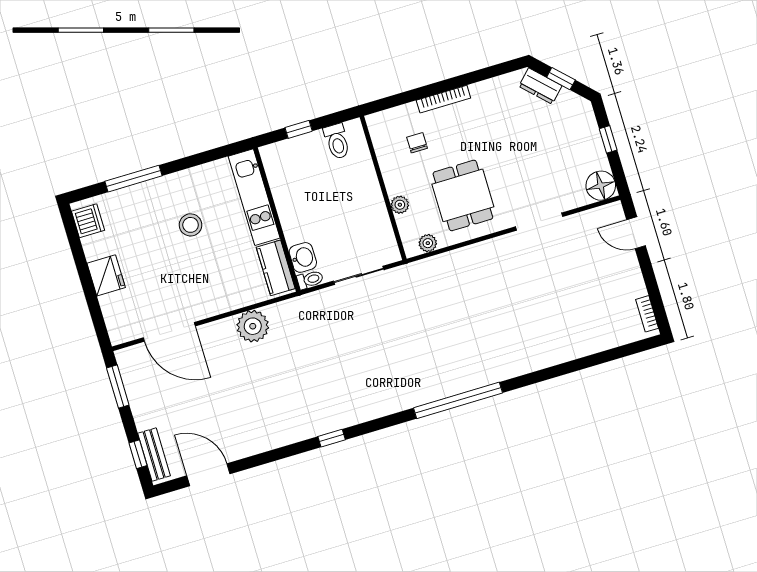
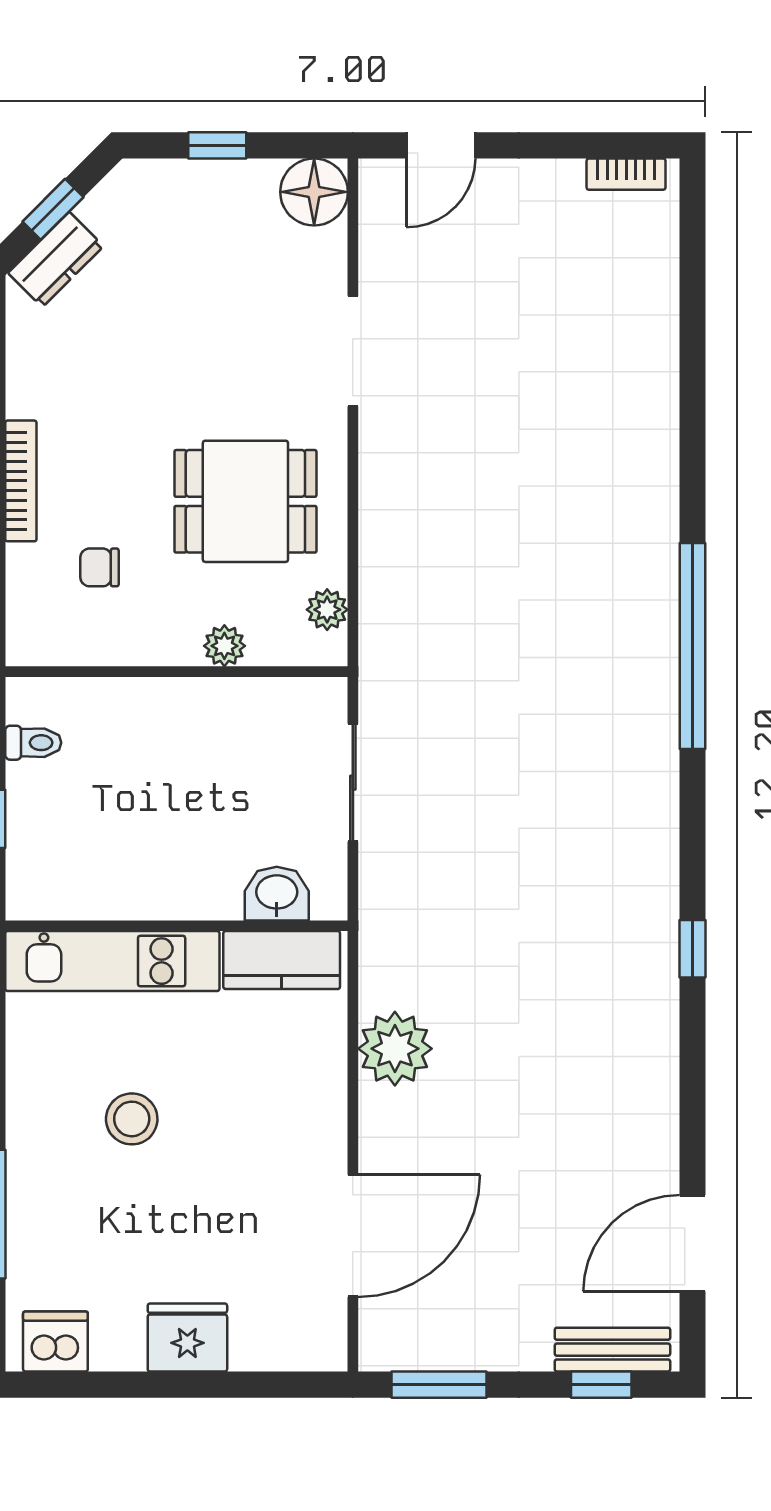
toilet: (337, 141) -> (33, 743), width x0.73, depth x0.72
toilet: (310, 280) -> (330, 892), removed

